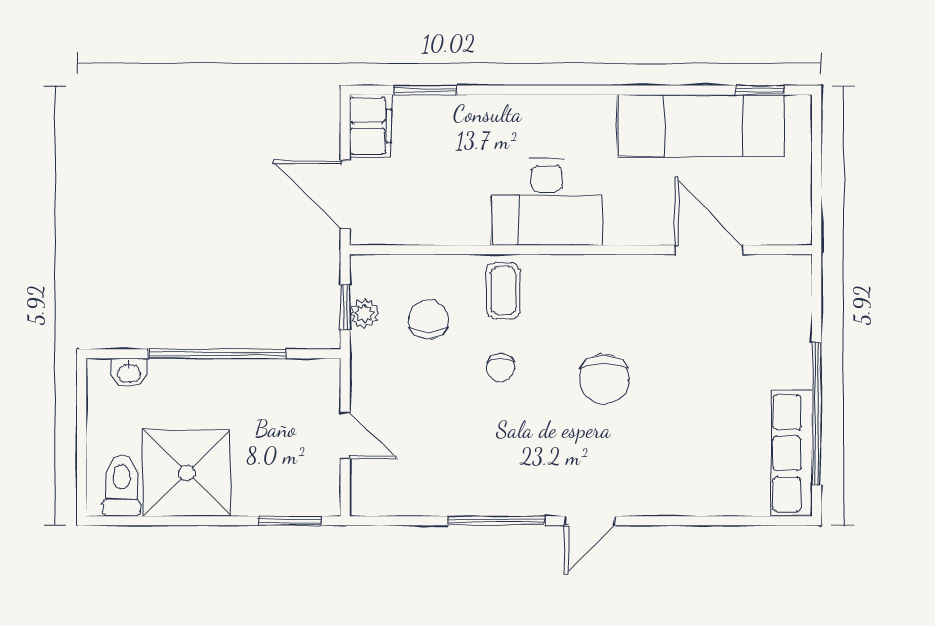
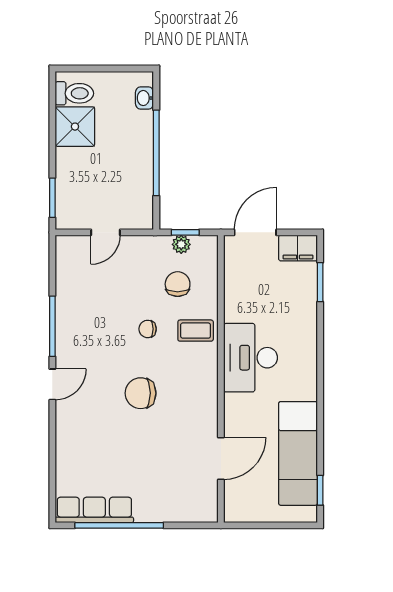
chair: (428, 319) -> (178, 284), turned -90
shower: (187, 473) -> (75, 127), width x0.73, depth x0.73
door: (590, 521) -> (52, 384), swing flipped

